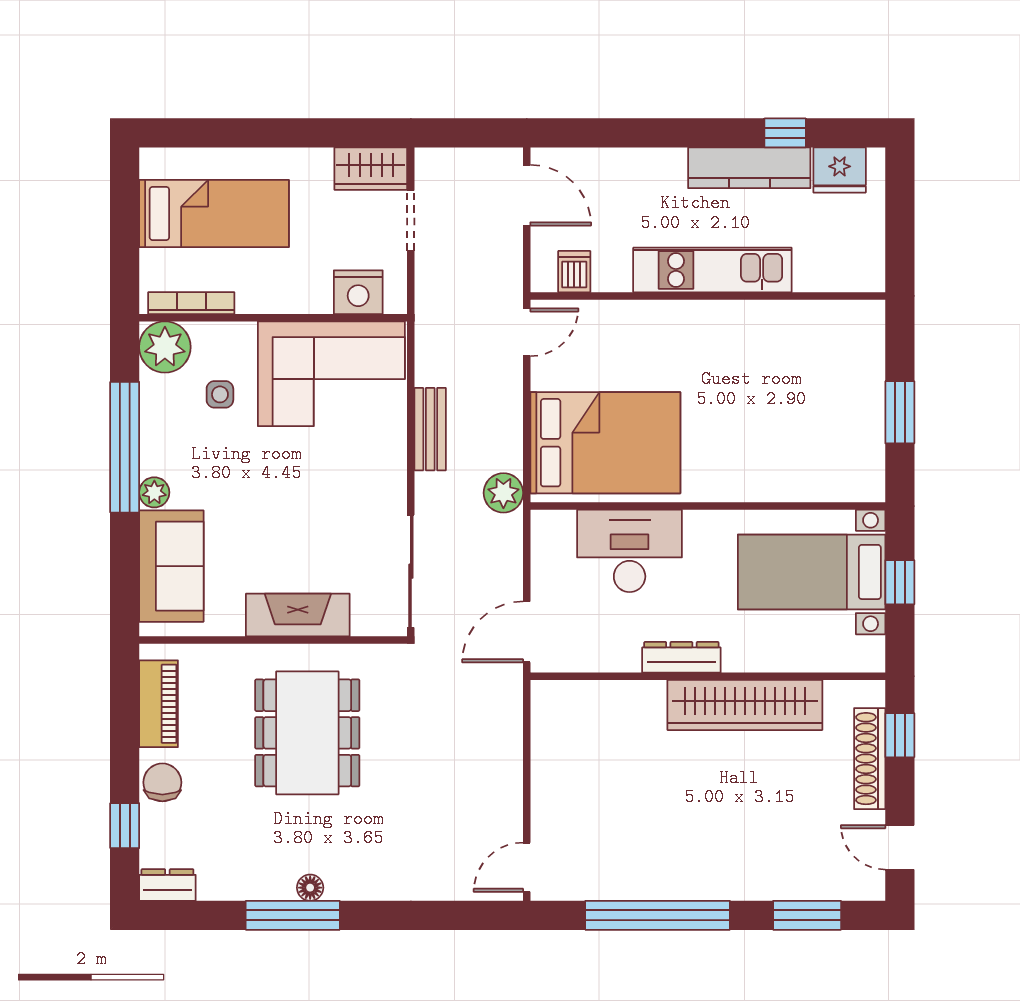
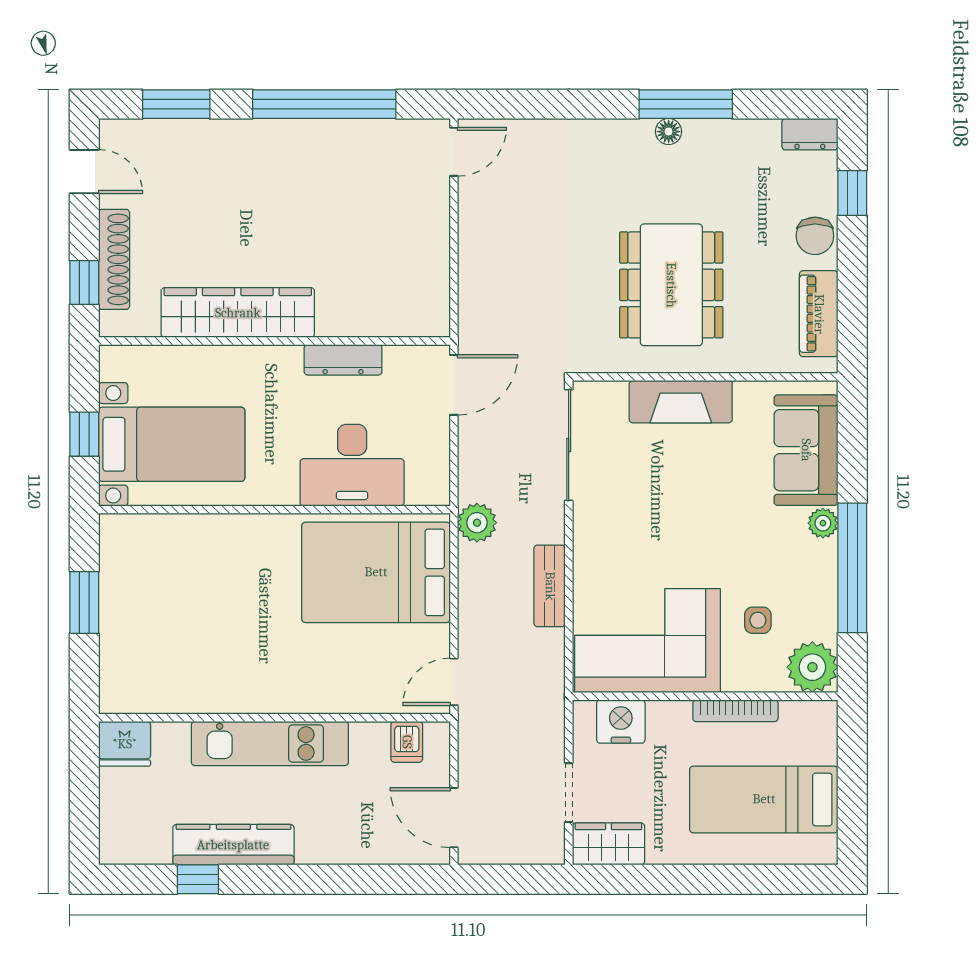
fridge: (840, 170) -> (125, 744), moved, turned 180
bookcase: (191, 303) -> (735, 711), moved
dresser: (681, 657) -> (343, 360), moved

